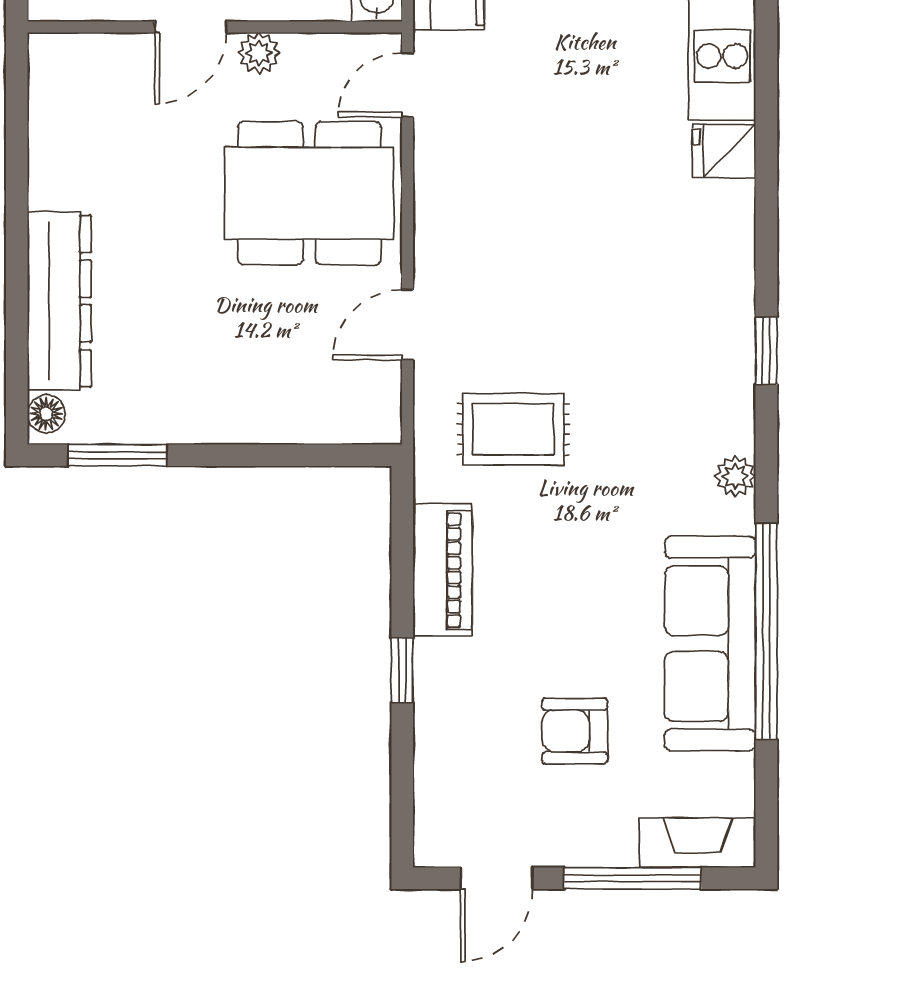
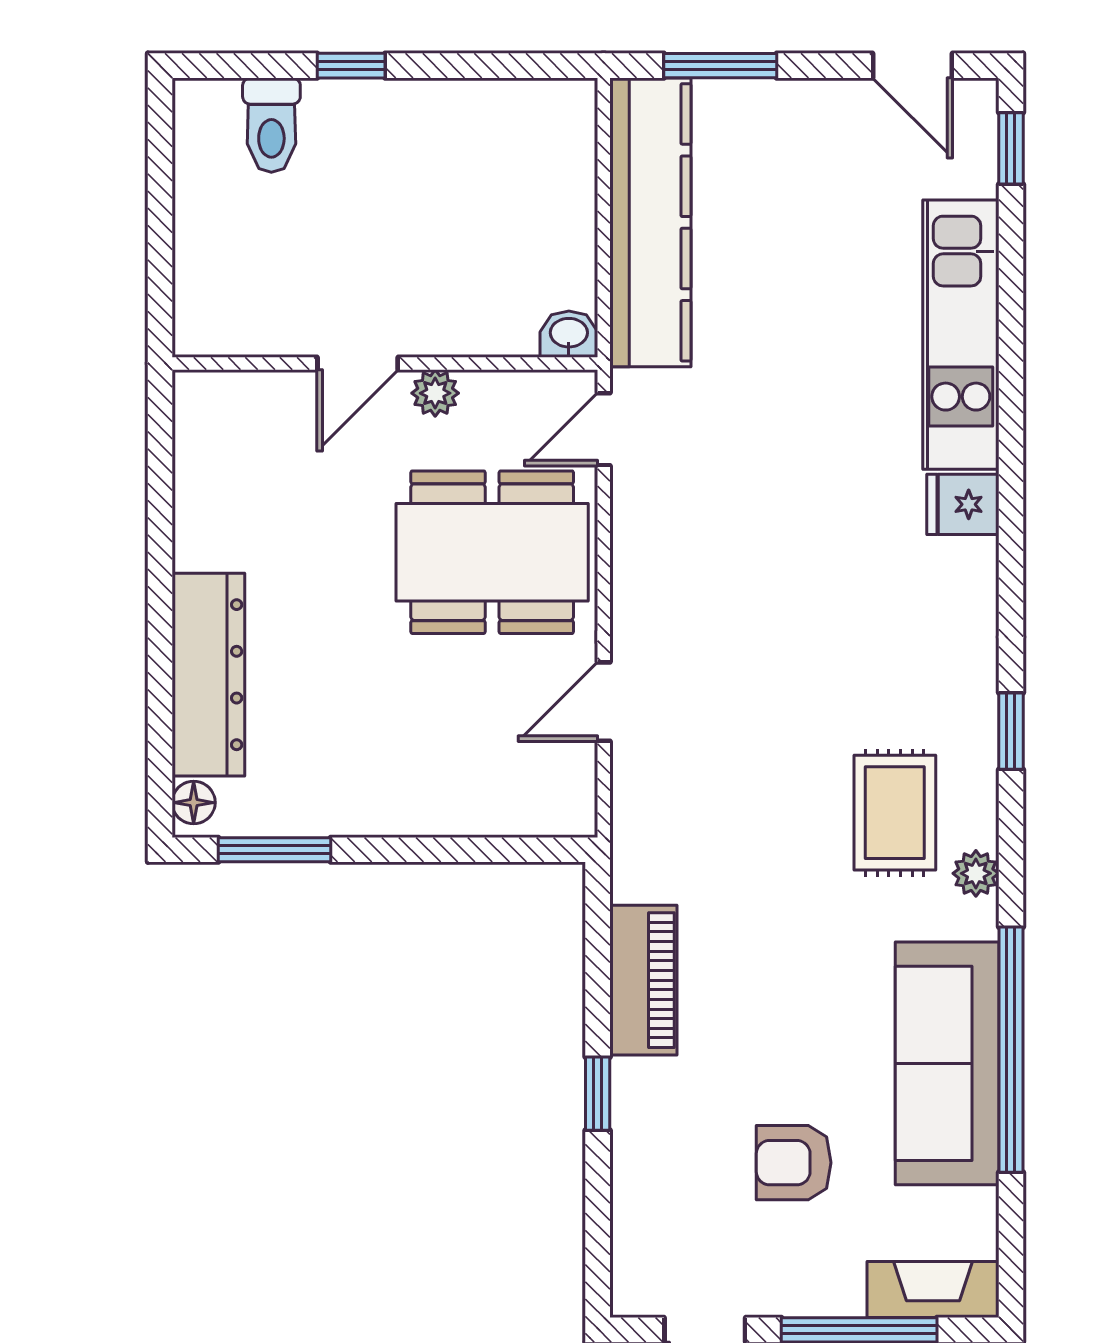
rug: (513, 429) -> (895, 813), moved, turned 90

